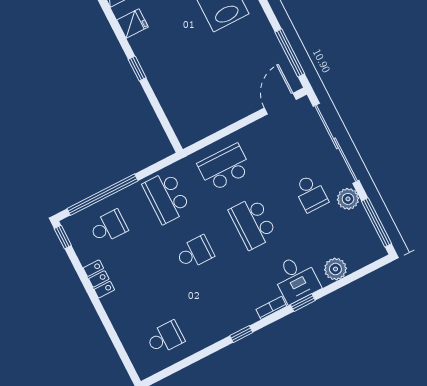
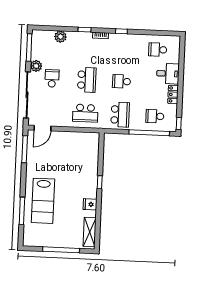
desk: (296, 279) -> (168, 74), moved, turned 90

